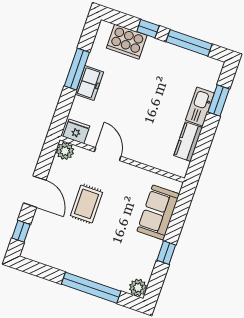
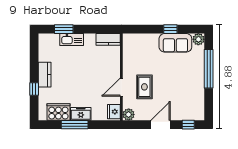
cooker: (127, 42) -> (58, 112), moved, turned -90
window: (189, 43) -> (34, 60), removed
kitchen counter: (163, 51) -> (45, 75), added
kitchen counter: (188, 142) -> (108, 39), moved
rug: (87, 204) -> (144, 87), moved, turned 90
sofa: (158, 212) -> (175, 43), moved

